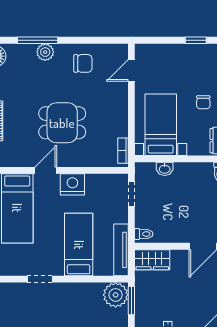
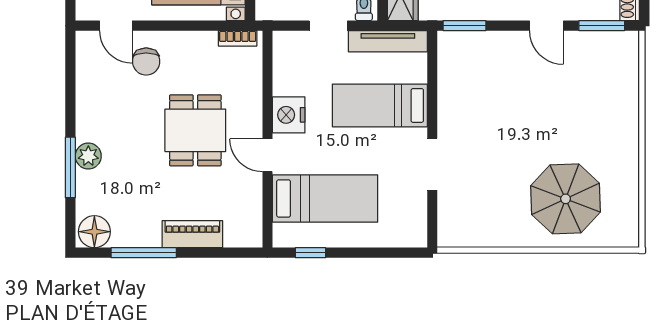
chair: (83, 63) -> (146, 62), moved, turned 180
doorway: (131, 194) -> (328, 26), moved
doorway: (40, 279) -> (432, 164), width x1.38
plant: (116, 295) -> (456, 49), removed

